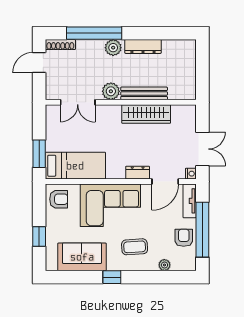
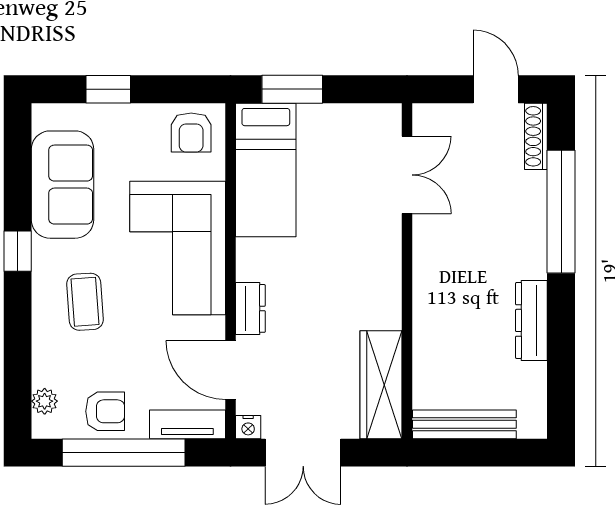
plant: (113, 48) -> (529, 254), removed
plant: (111, 91) -> (432, 249), removed
bench: (144, 93) -> (464, 424), moved, turned 90
double door: (78, 102) -> (407, 175), swing flipped
wardrobe: (146, 114) -> (381, 385), moved
plant: (164, 265) -> (45, 401), moved

